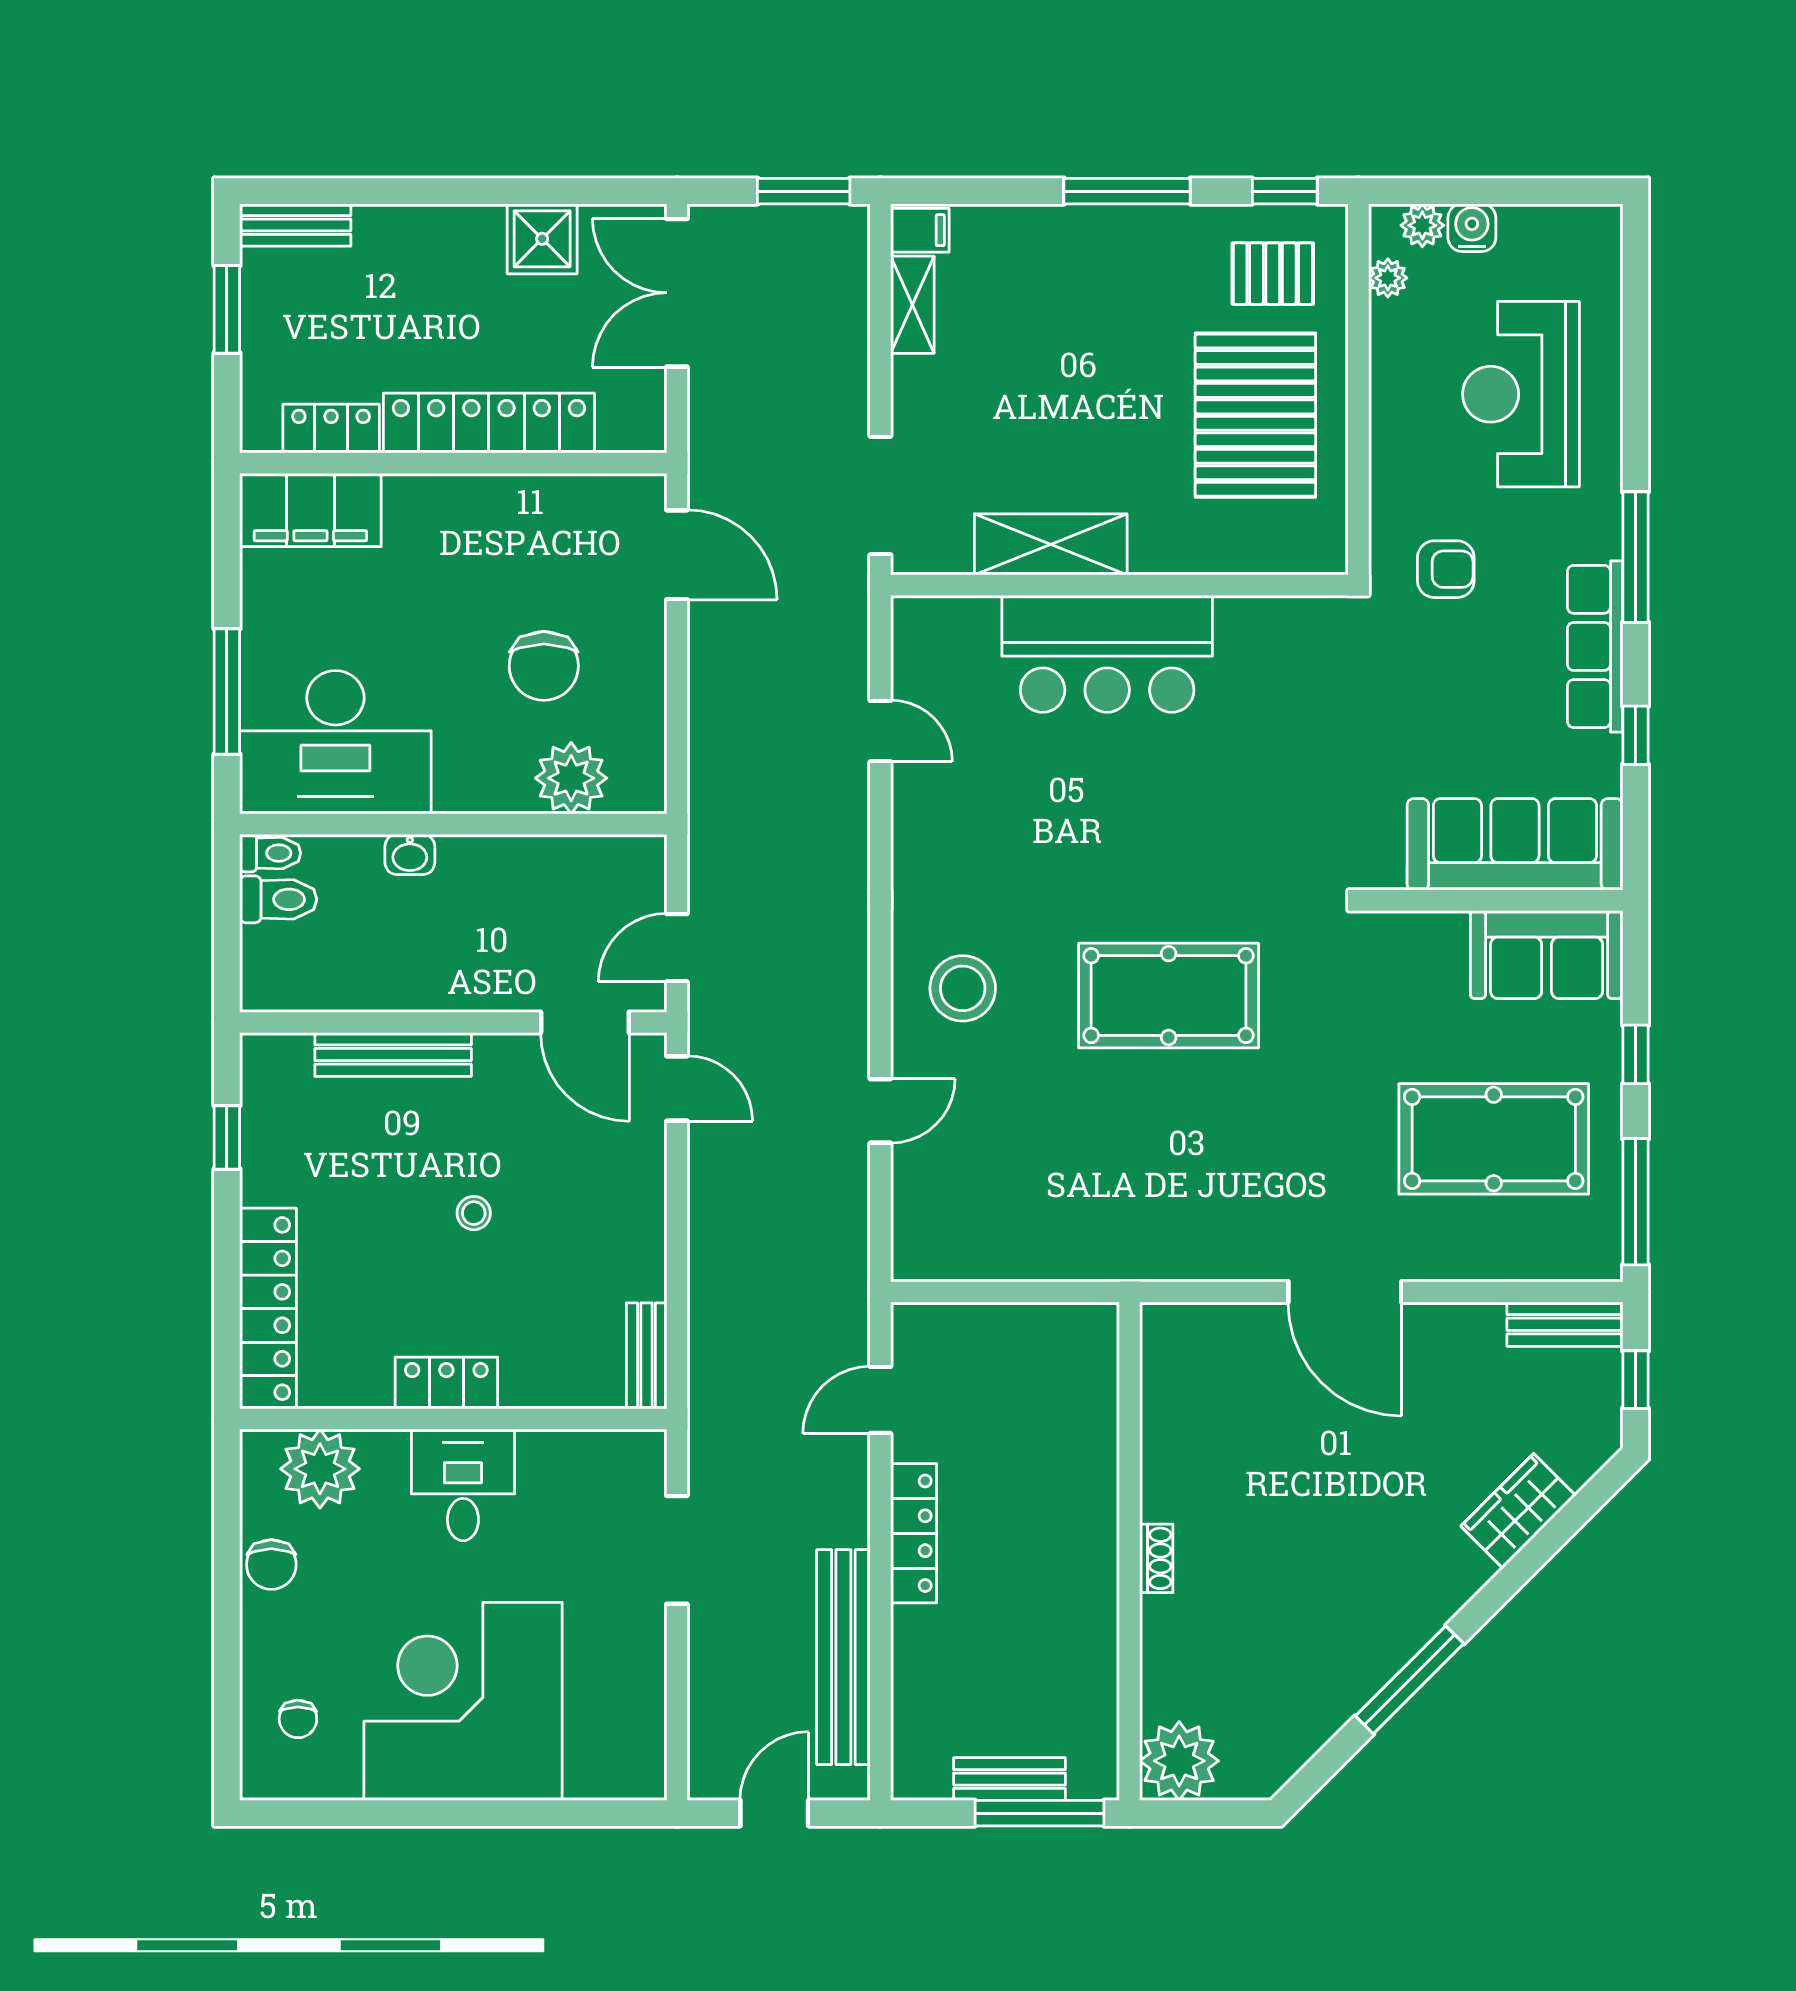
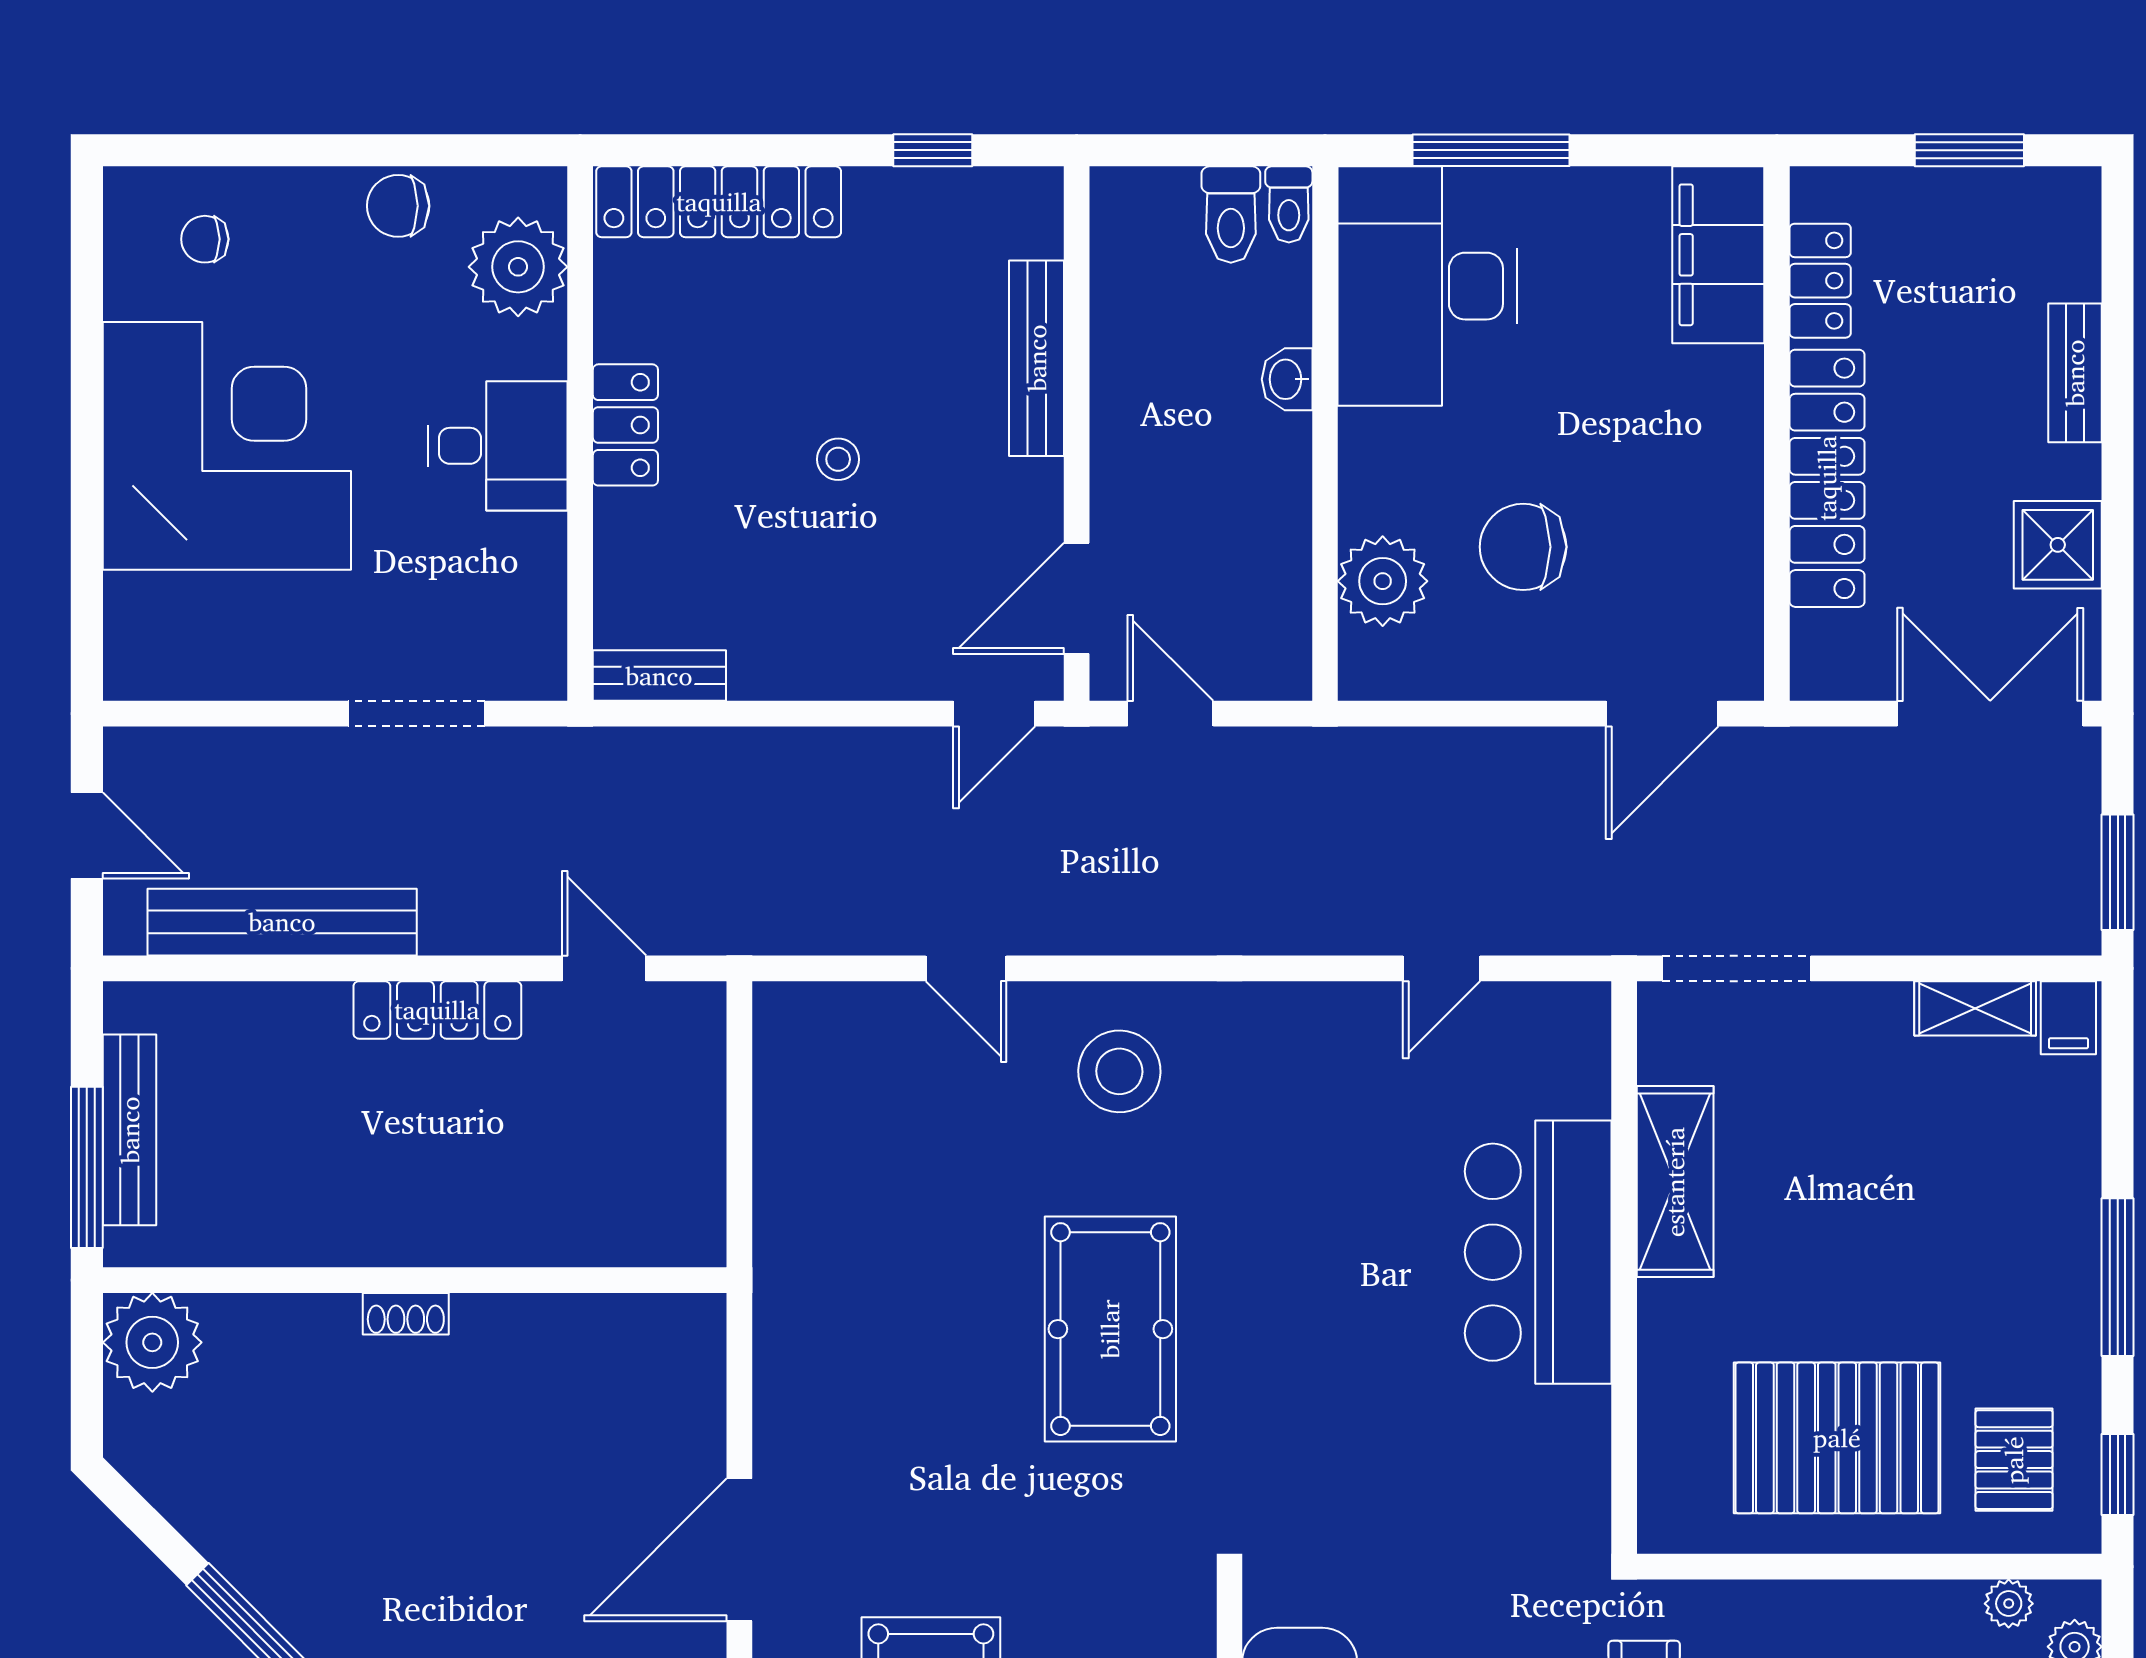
bench: (295, 225) -> (2075, 373), moved
bench: (1009, 1779) -> (130, 1130), width x1.36

